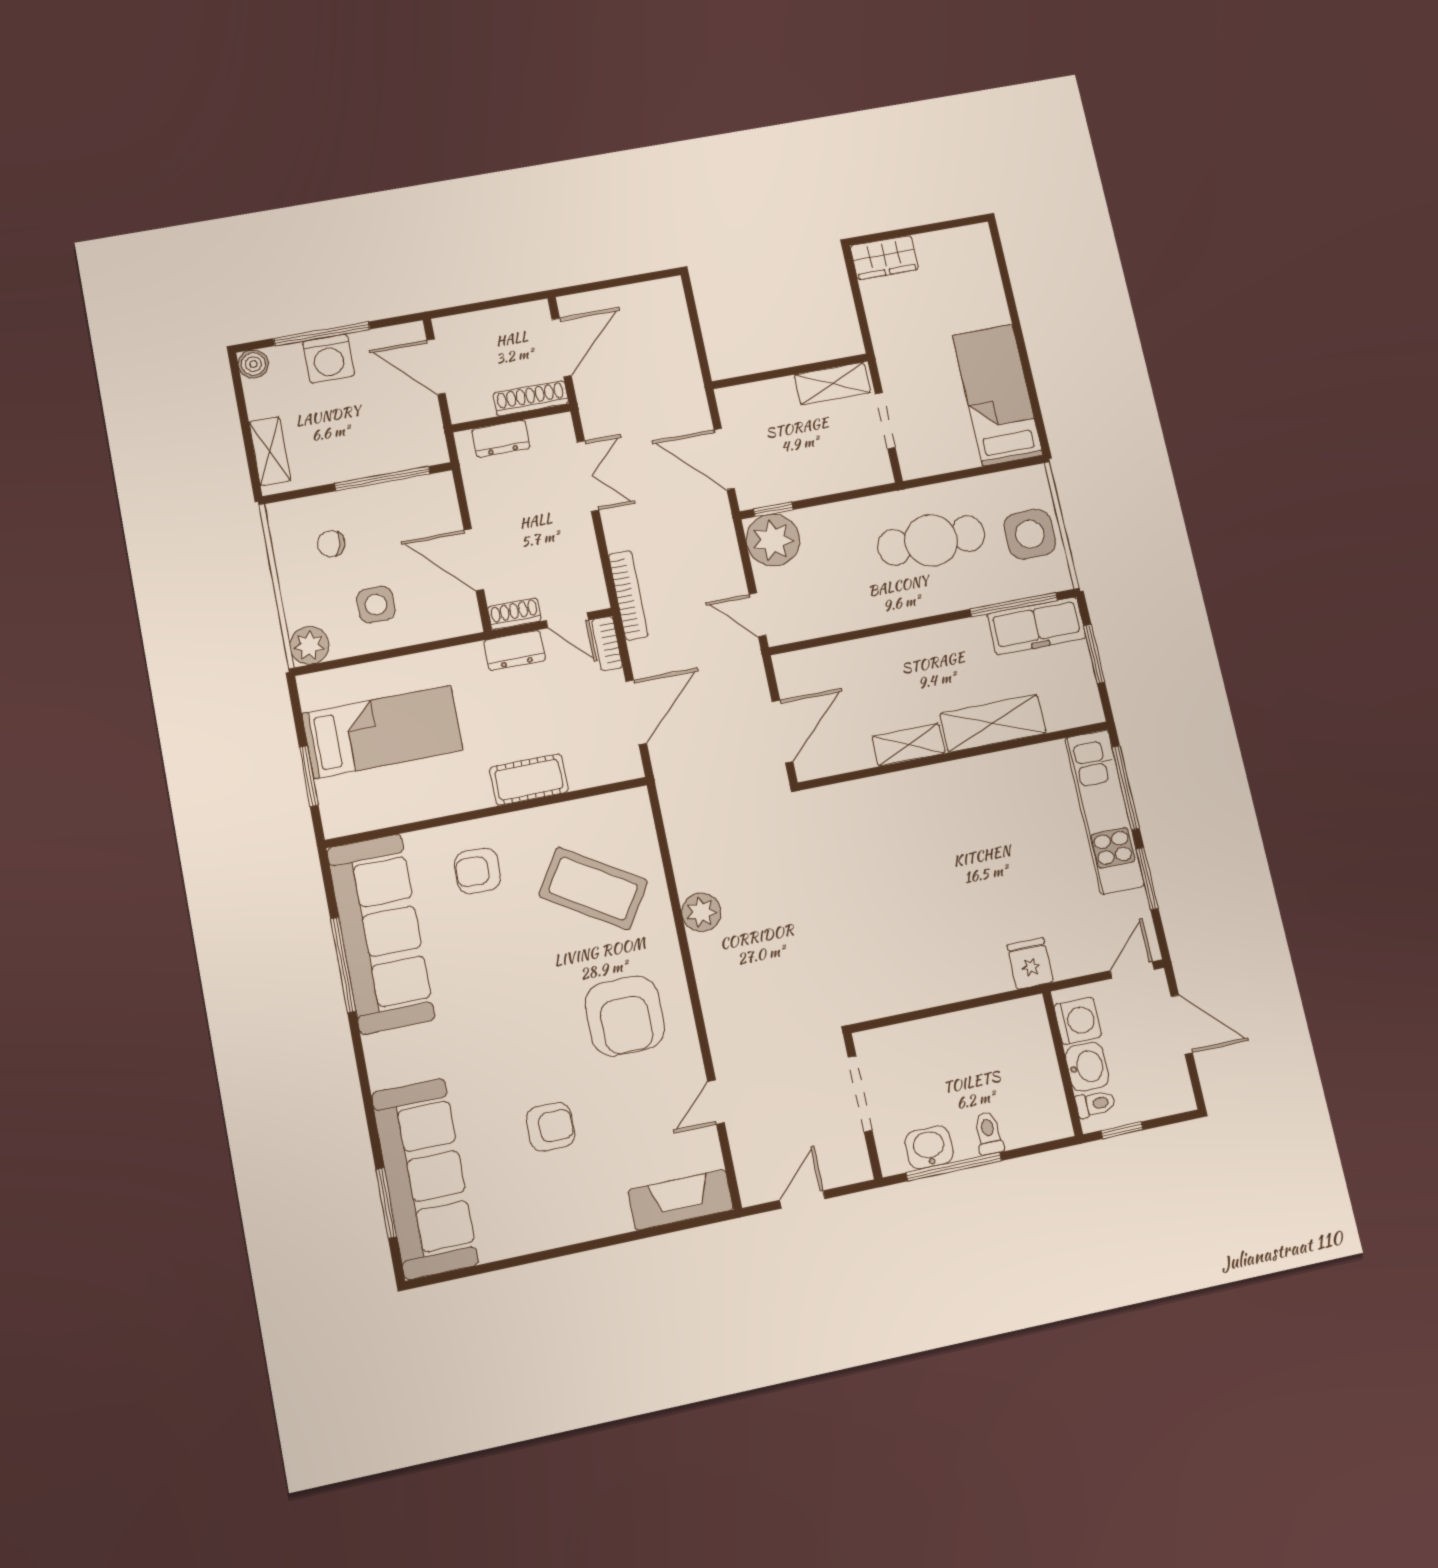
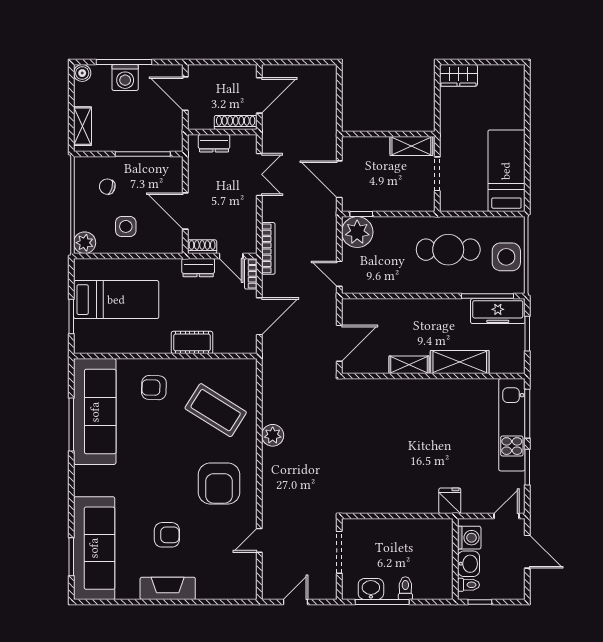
fireplace: (681, 1200) -> (168, 588), moved

